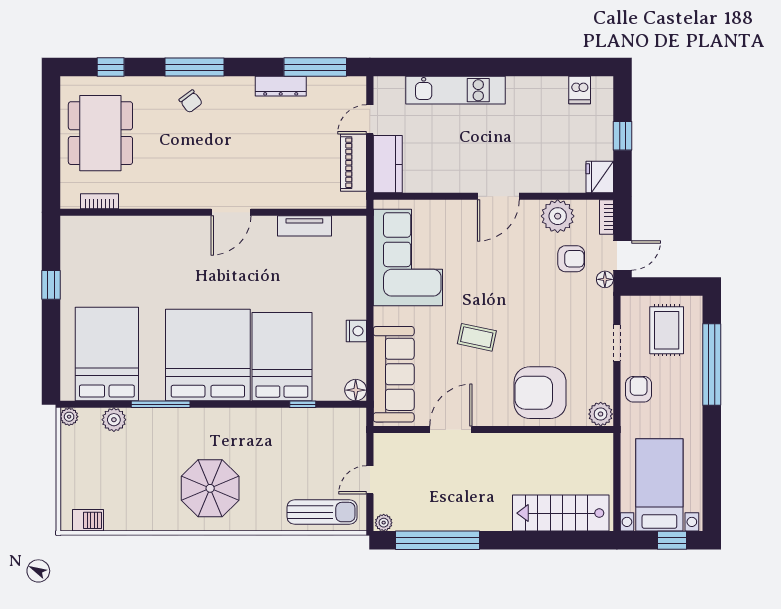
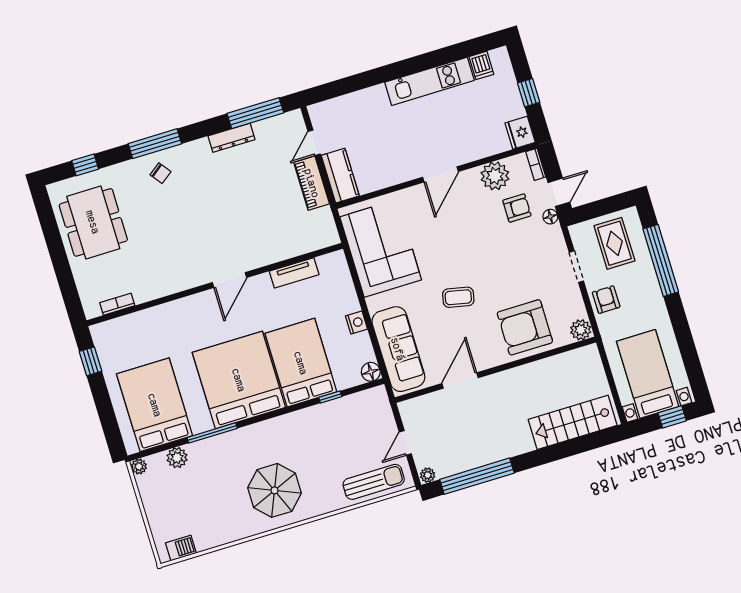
kitchen unit: (455, 90) -> (430, 81), moved
bookcase: (99, 201) -> (117, 304), moved
wall: (213, 212) -> (215, 285), moved
door: (231, 212) -> (230, 280), moved
tv unit: (304, 226) -> (294, 273), moved

